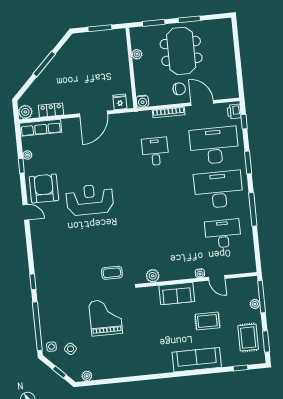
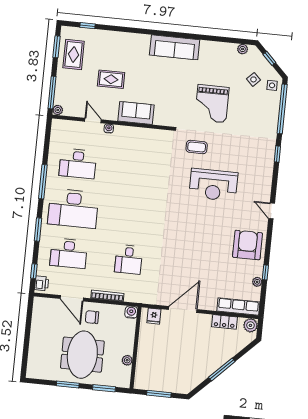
desk: (214, 146) -> (69, 253), width x0.73, depth x0.77
armchair: (44, 188) -> (247, 245), turned 180
reception desk: (90, 200) -> (213, 185), moved
door: (26, 212) -> (272, 211), moved
plant: (153, 276) -> (157, 136), removed
plant: (255, 304) -> (58, 110), moved
sofa: (197, 360) -> (175, 47), moved

